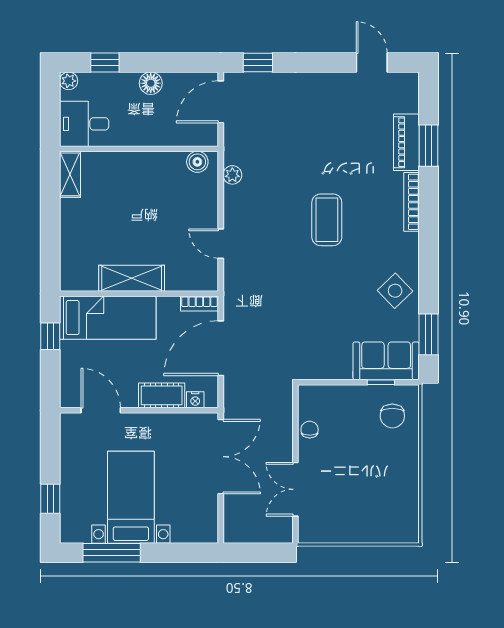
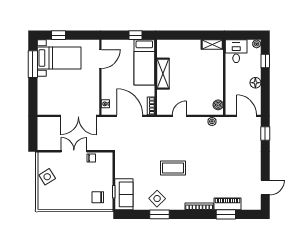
coffee table: (327, 220) -> (173, 168), moved
window: (428, 334) -> (159, 214), moved
cot: (162, 395) -> (107, 88), removed
double door: (295, 489) -> (74, 151), moved
bed with nightstands: (131, 497) -> (59, 58), moved
side table: (349, 523) -> (47, 177), added

